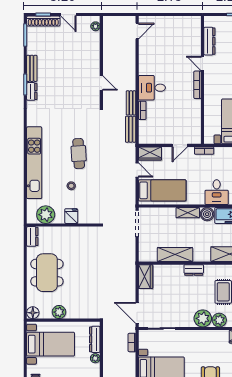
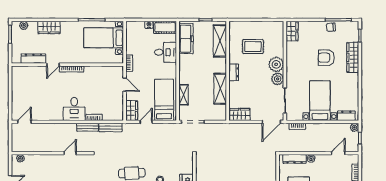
door: (137, 31) -> (25, 122), hinge flipped
shelving: (188, 213) -> (184, 95), moved
boiler: (207, 214) -> (185, 61), removed
plant: (219, 320) -> (278, 79), moved

